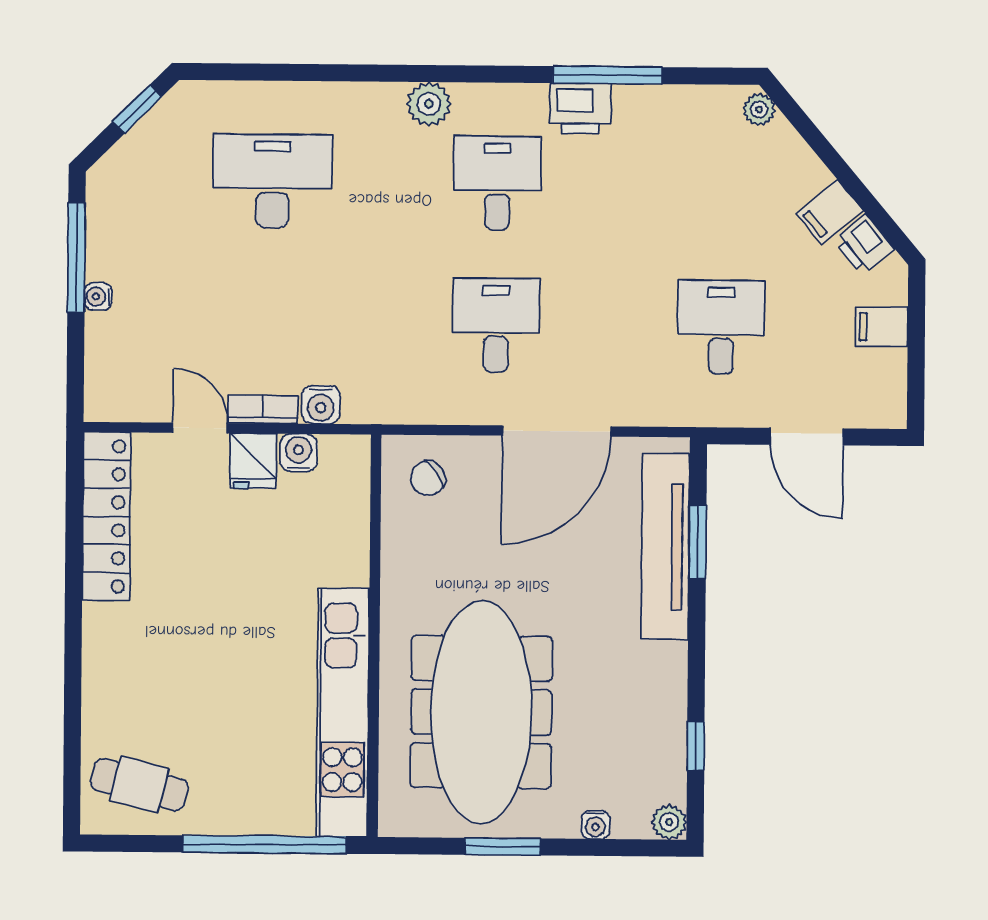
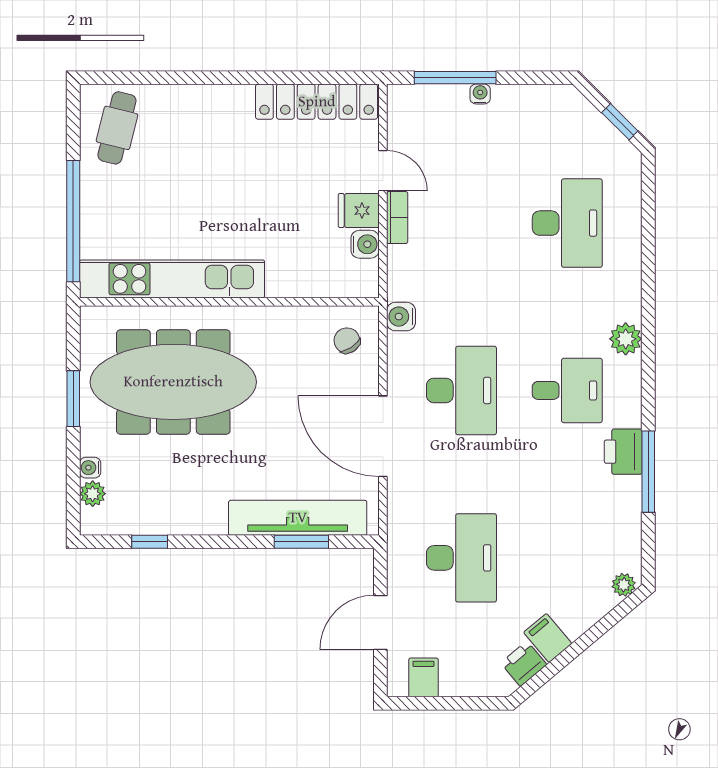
window: (76, 257) -> (455, 78), moved
desk: (496, 325) -> (461, 390), width x1.37
desk: (721, 327) -> (461, 558), width x1.37
filing cabinet: (882, 327) -> (423, 677), moved
water cooler: (321, 405) -> (401, 317), moved
door: (200, 428) -> (383, 171), hinge flipped
plant: (669, 822) -> (93, 494), moved

